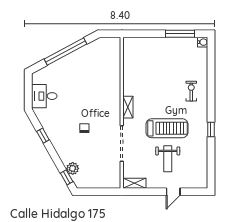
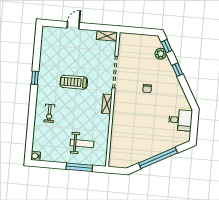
window: (180, 34) -> (79, 167), moved
treadmill: (167, 128) -> (74, 82), width x0.73, depth x0.73
window: (43, 136) -> (177, 70), moved
weight bench: (168, 159) -> (82, 143), moved, turned 90

